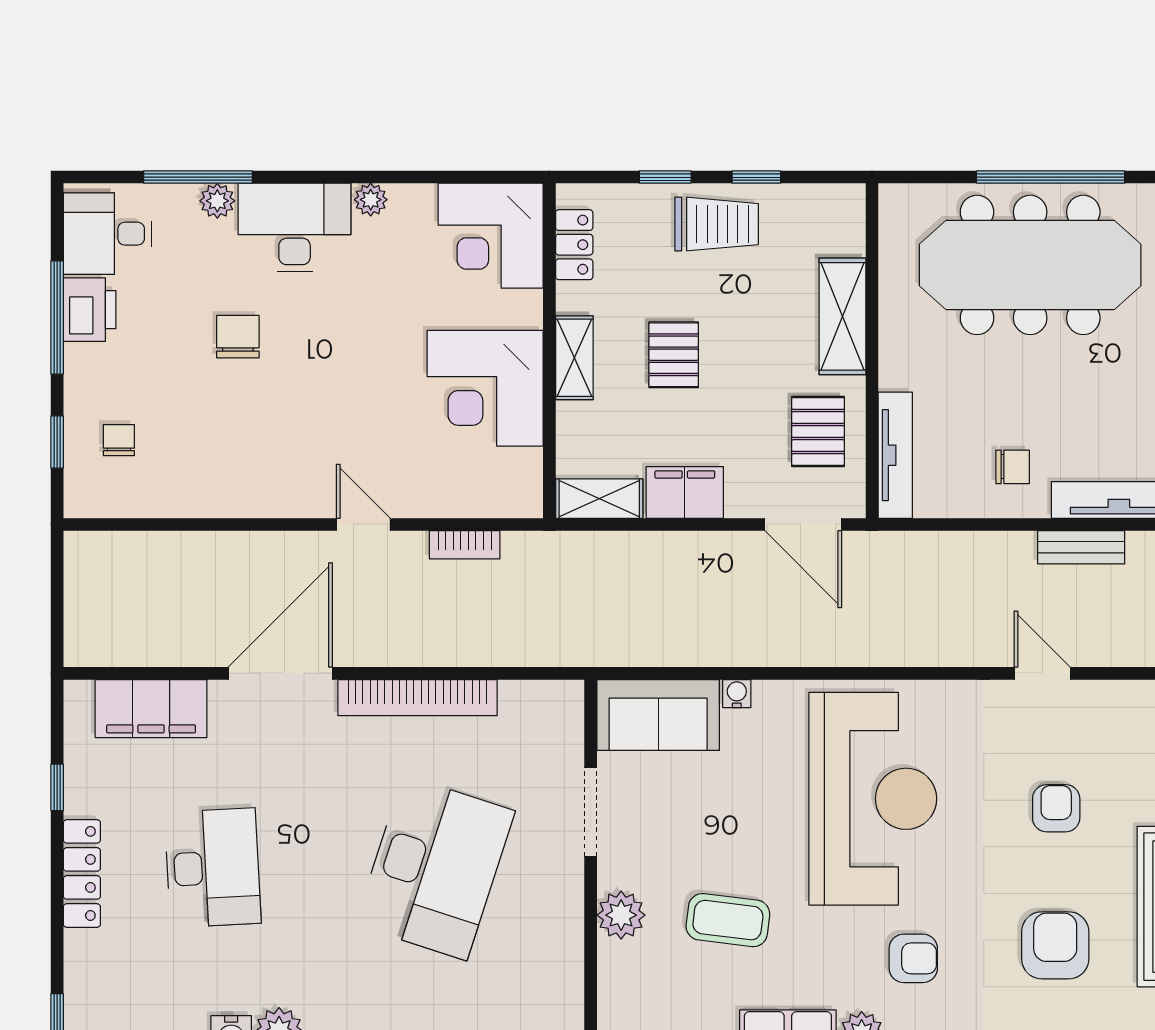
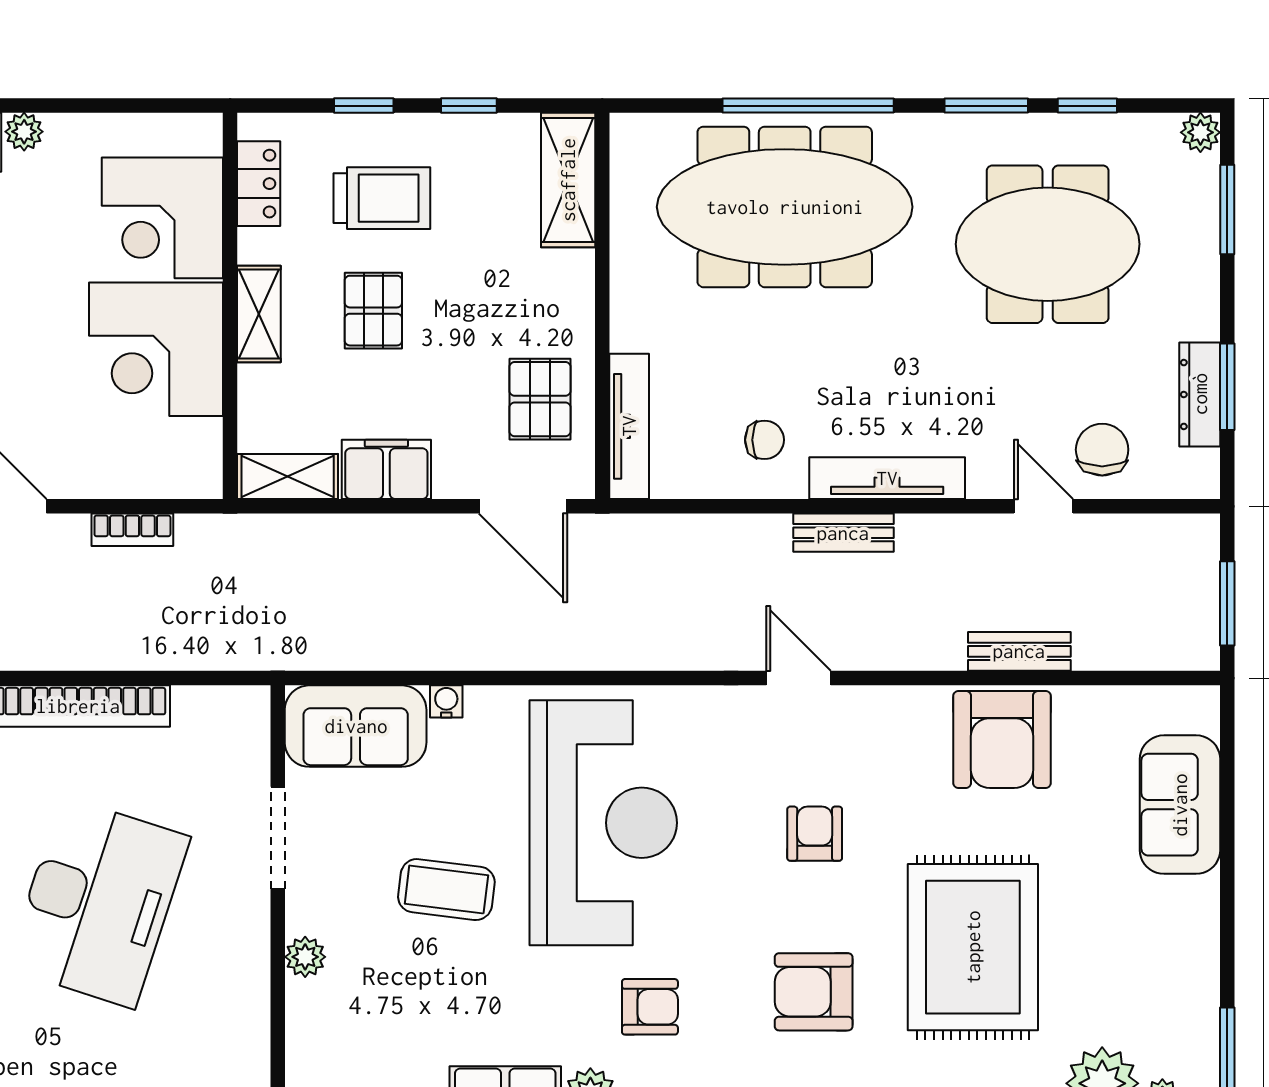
trolley: (717, 224) -> (382, 198), moved
corner desk: (491, 236) -> (162, 218), moved
shelving: (842, 316) -> (568, 180), moved
plant: (621, 915) -> (305, 957), width x0.73, depth x0.73
coffee table: (728, 920) -> (446, 890), moved
armchair: (1055, 945) -> (814, 992), turned -90

